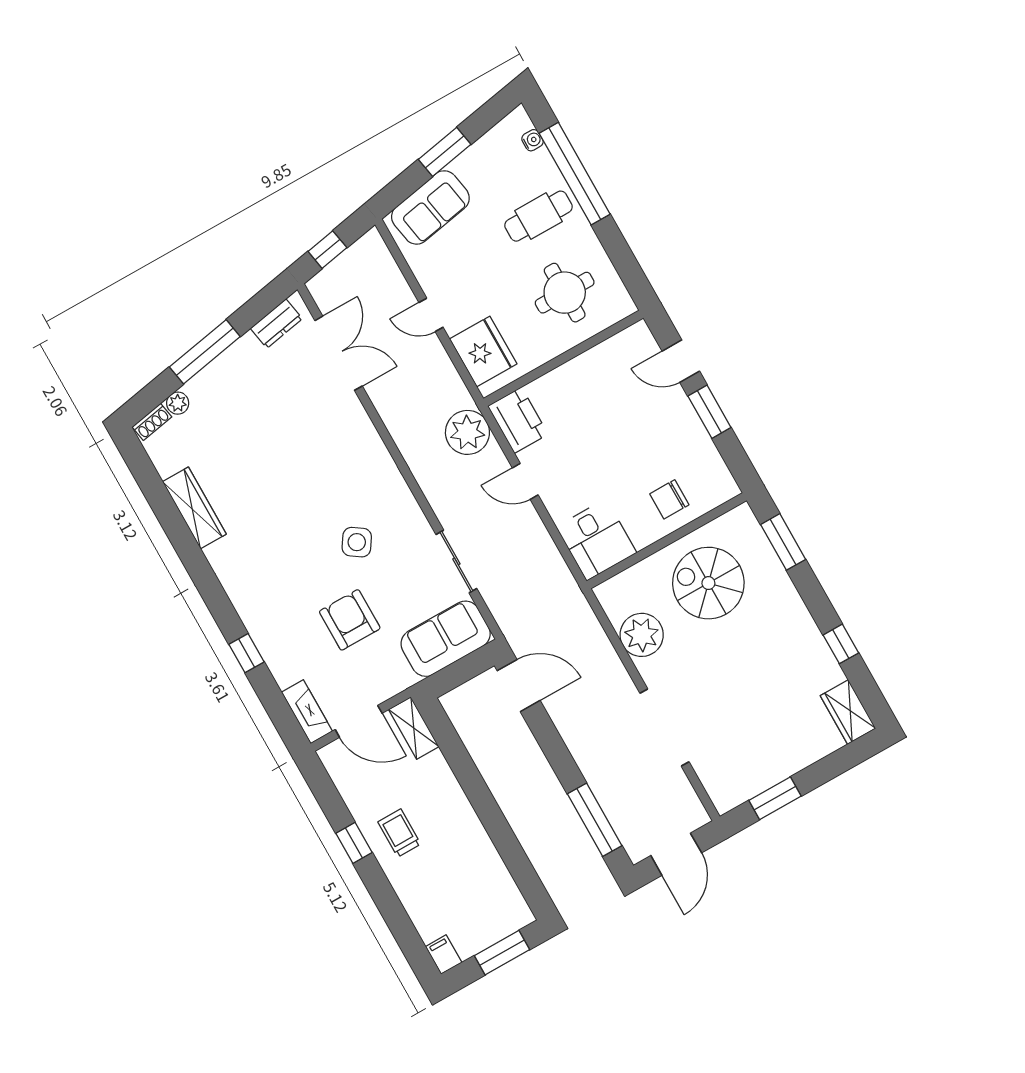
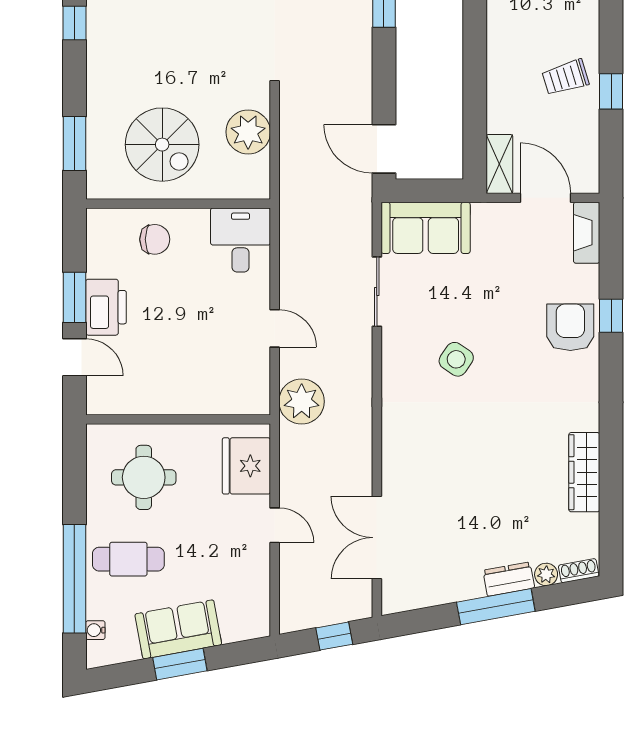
sofa: (430, 207) -> (178, 629), moved
dresser: (276, 324) -> (509, 579), moved
printer: (518, 420) -> (106, 307), moved, turned 180
armchair: (350, 620) -> (570, 327), moved, turned 180
trolley: (399, 833) -> (565, 77), turned 73

